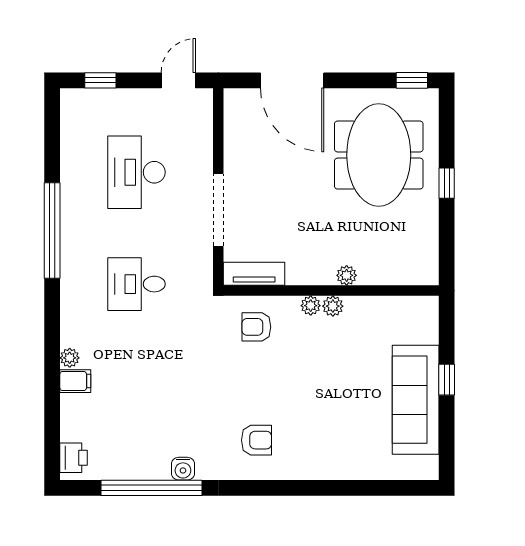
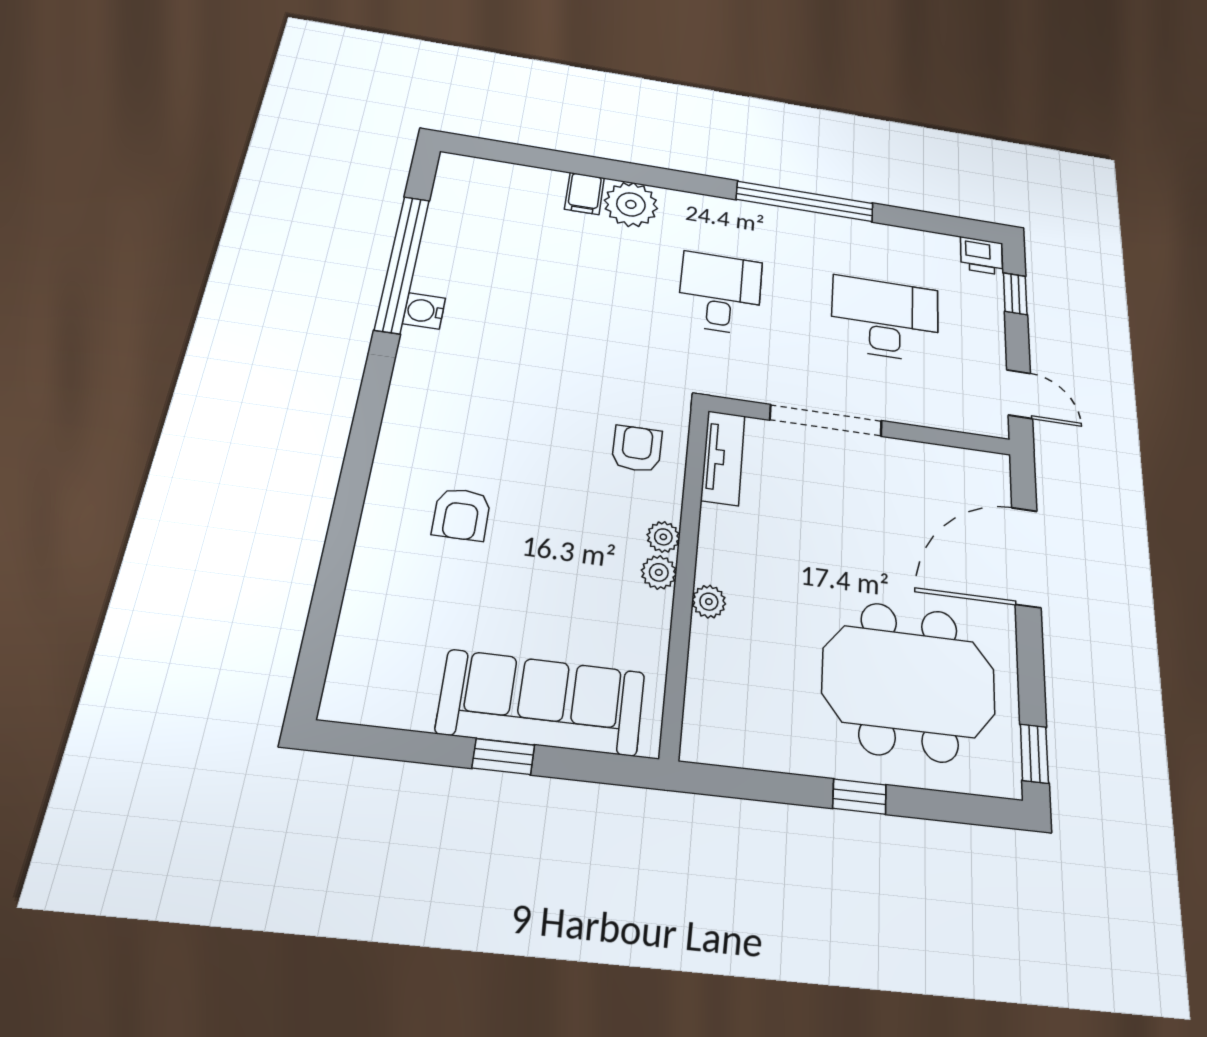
plant: (70, 358) -> (631, 204), width x1.88, depth x1.88
sofa: (416, 400) -> (542, 702), moved
armchair: (257, 440) -> (461, 514), moved
printer: (73, 458) -> (982, 256), moved

